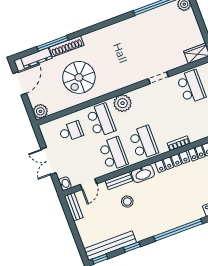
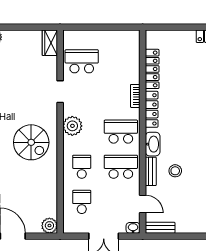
spiral stairs: (79, 77) -> (31, 142), moved
plant: (123, 103) -> (72, 126), moved
school desk: (101, 120) -> (82, 167), width x0.54

